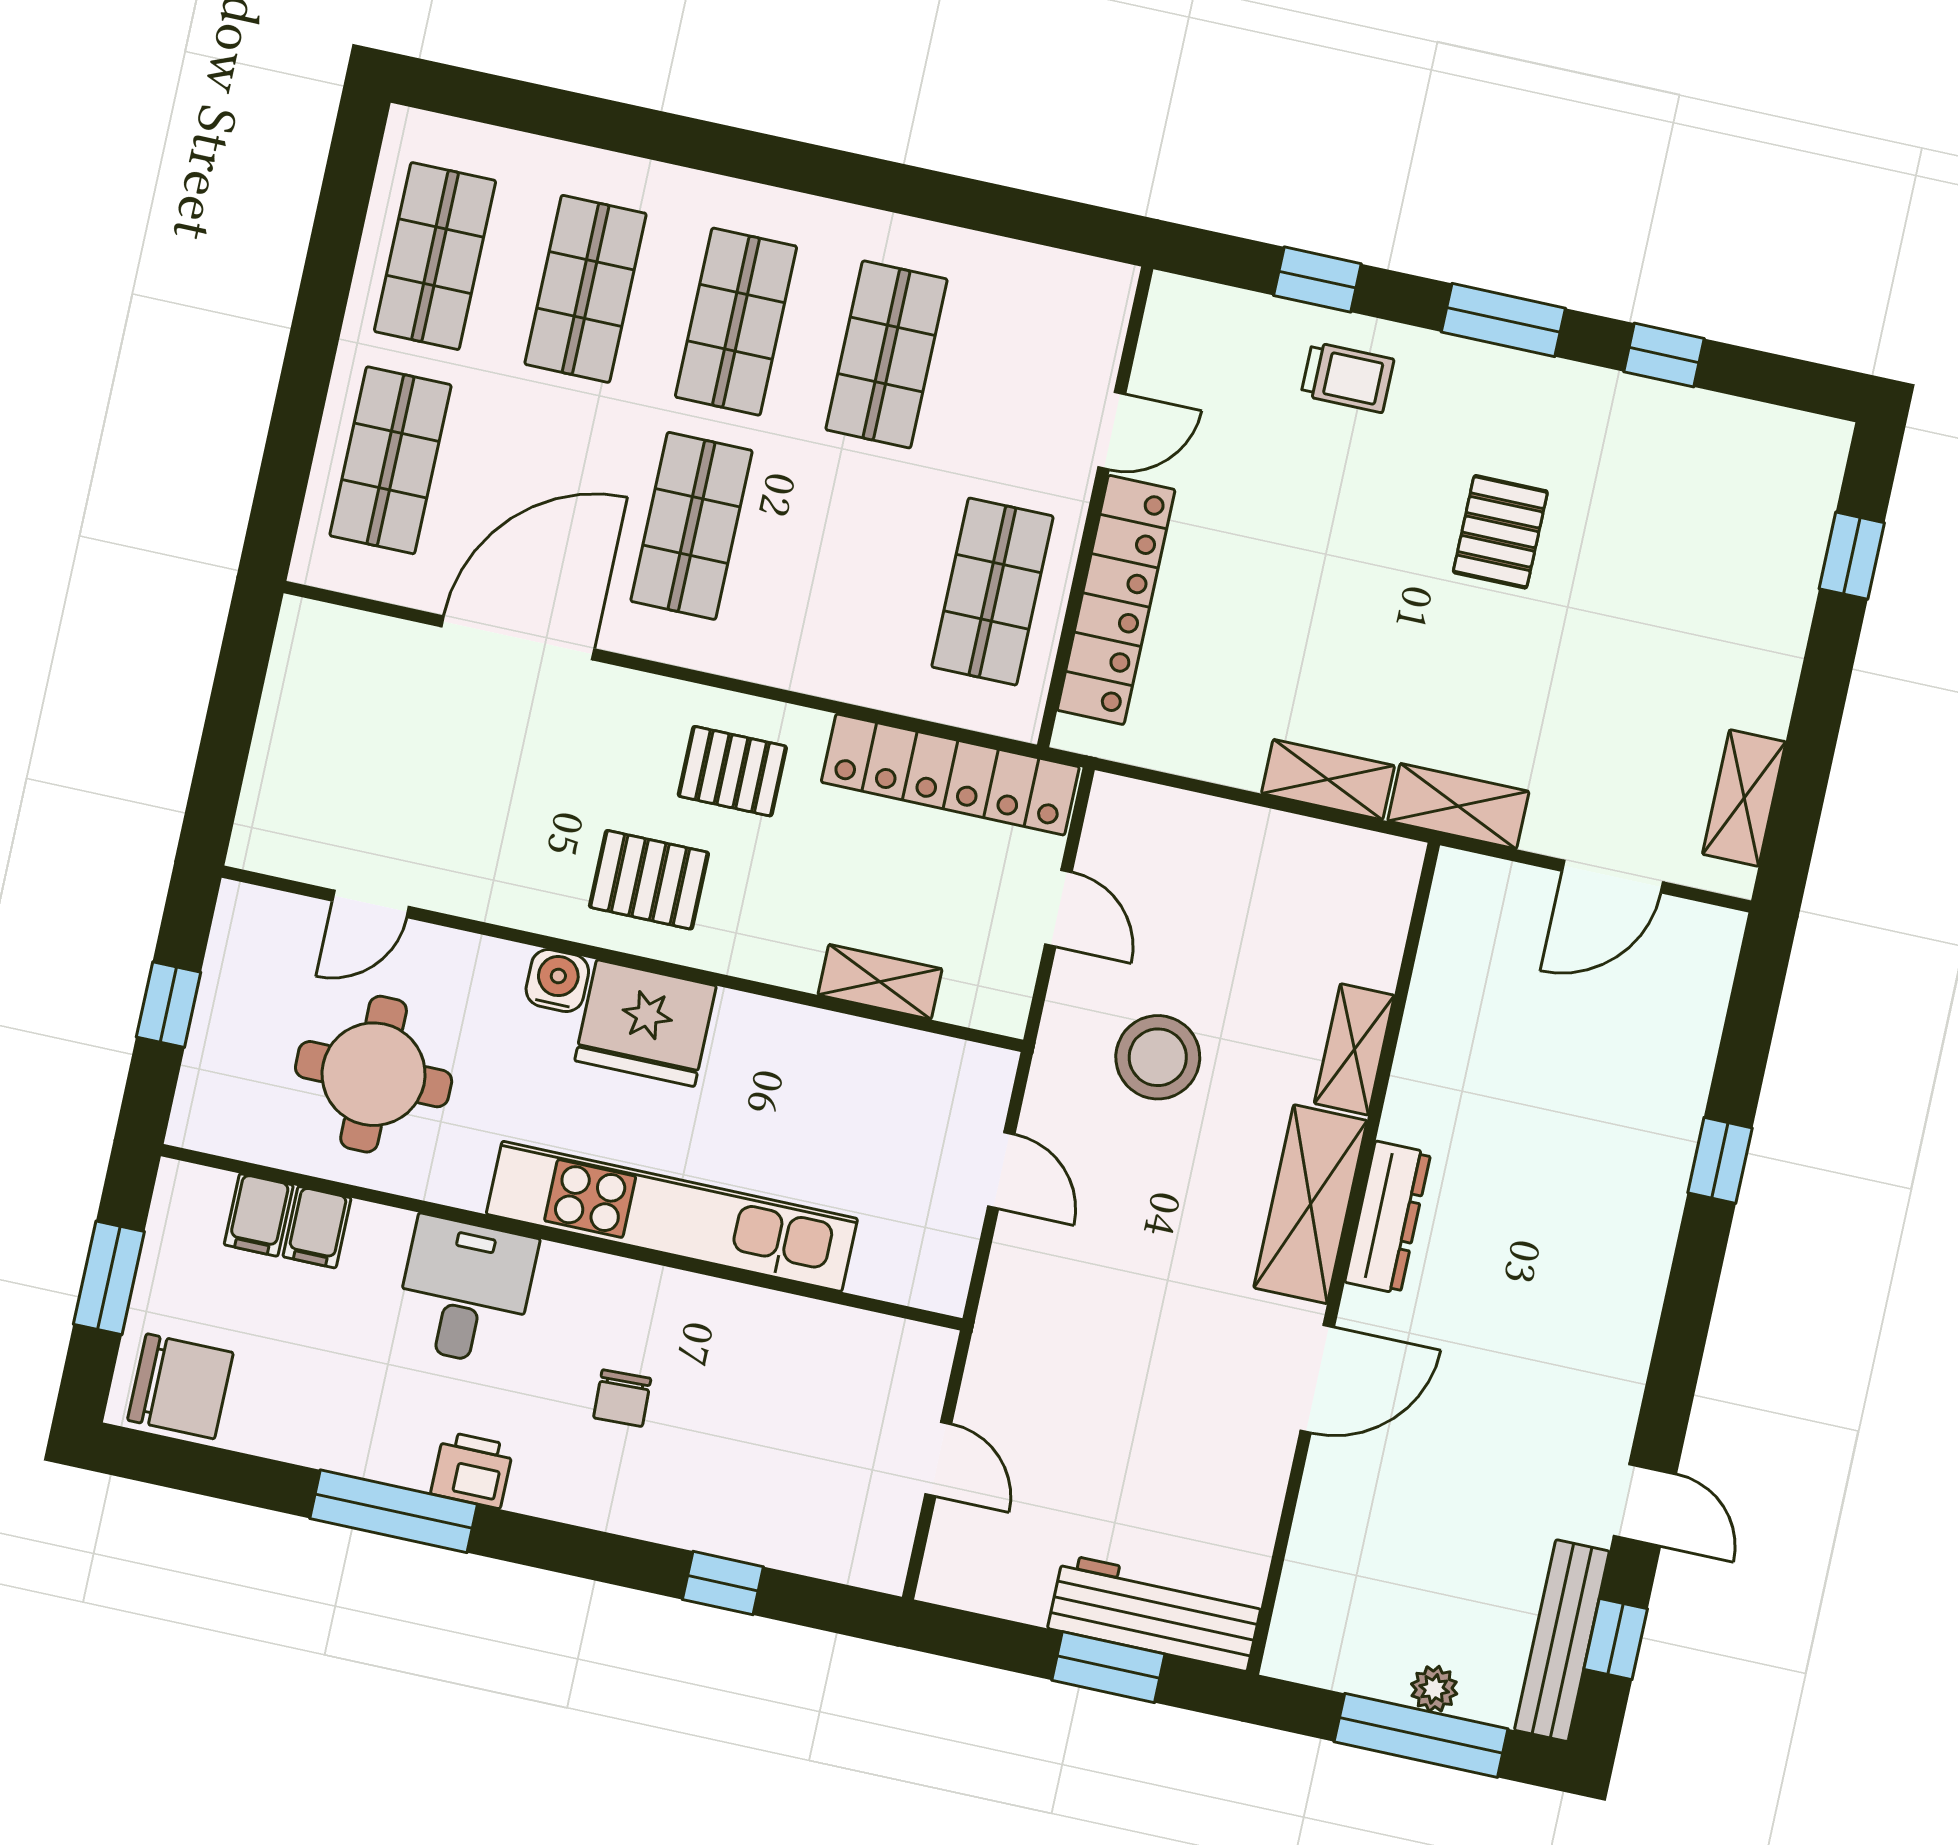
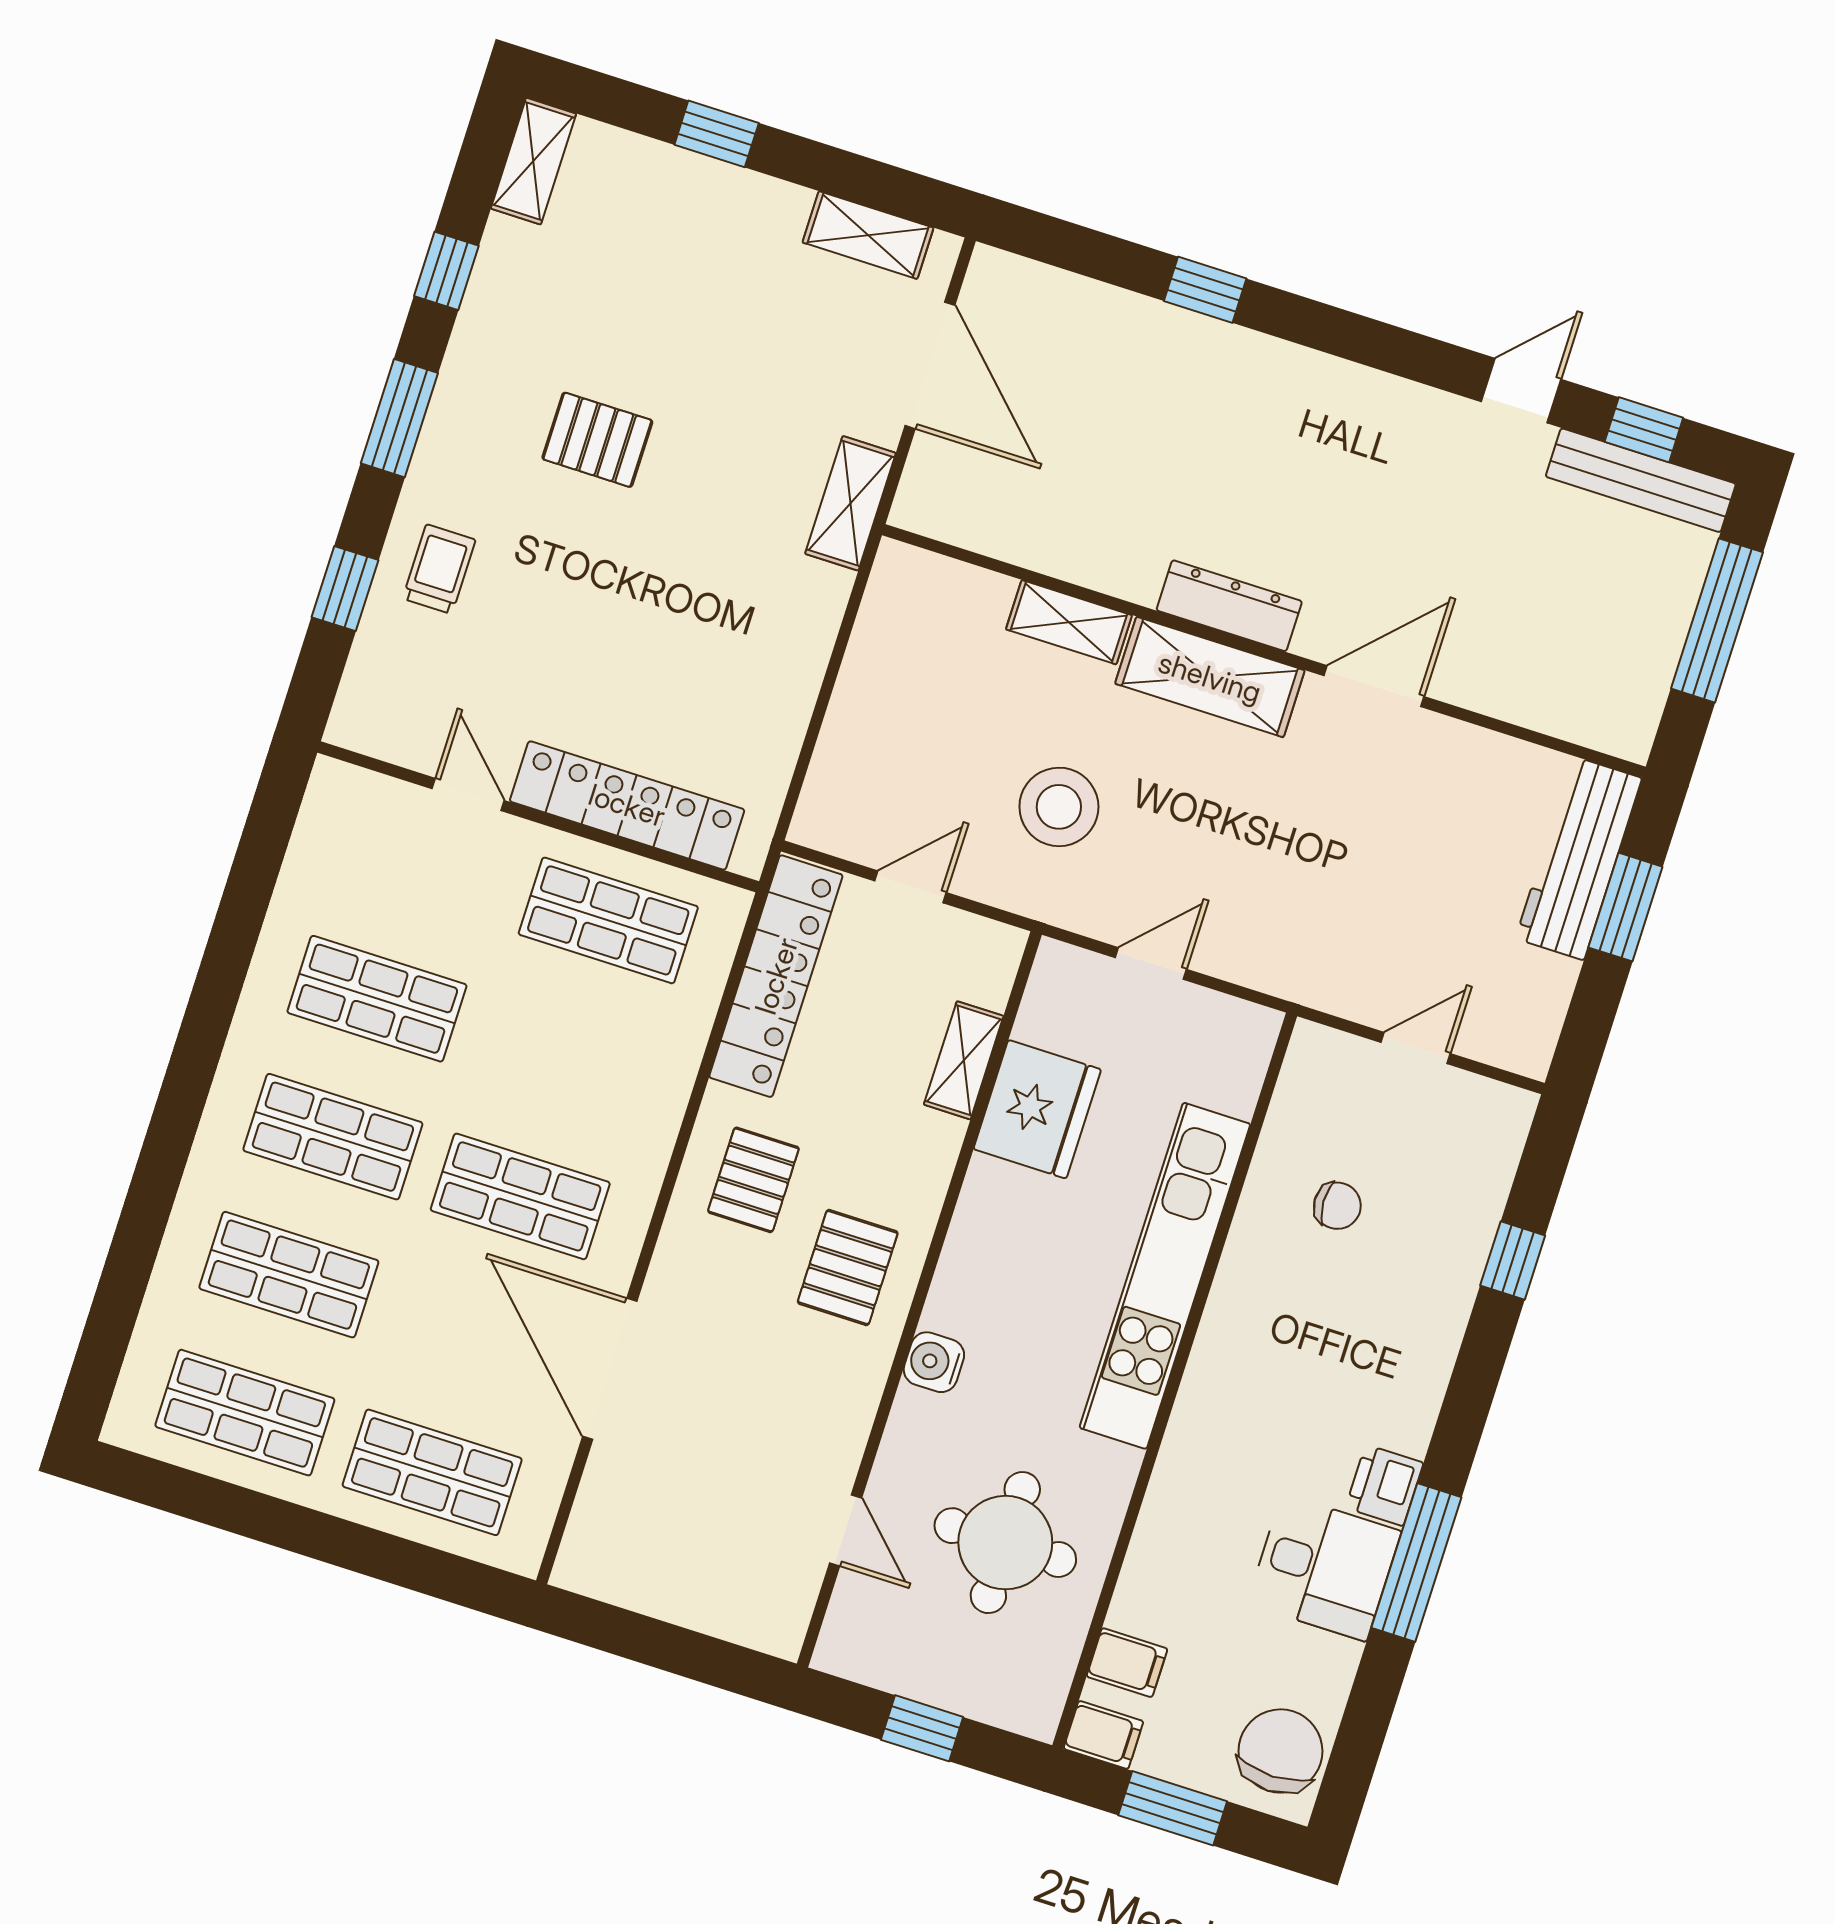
window: (1852, 556) -> (717, 134), moved
shelving: (1328, 780) -> (533, 161), moved
door: (1612, 877) -> (930, 365), width x1.36
fridge: (645, 1023) -> (1037, 1109), moved
filing cabinet: (317, 1227) -> (1103, 1735), moved
desk: (465, 1291) -> (1324, 1568), moved, turned 180
door: (1317, 1379) -> (1374, 686), hinge flipped
chair: (622, 1398) -> (1337, 1206), moved
plant: (1434, 1689) -> (1675, 604), removed

